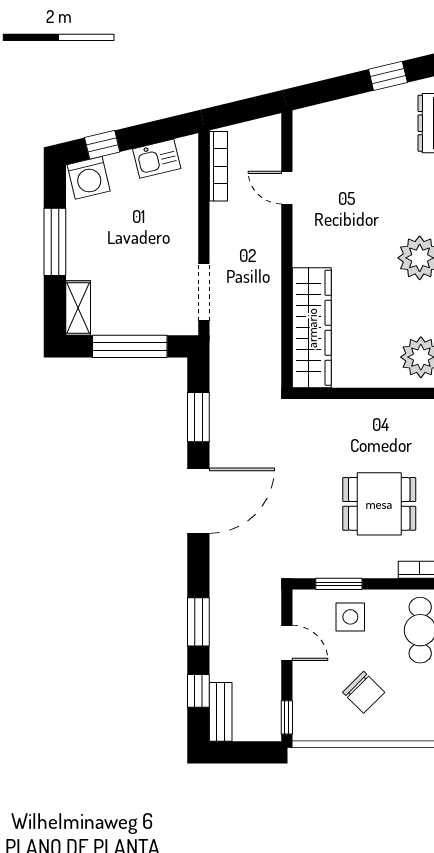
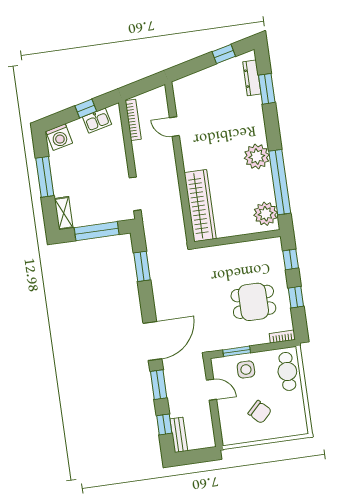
window: (102, 145) -> (86, 108), moved
door: (198, 501) -> (152, 341), moved
window: (287, 717) -> (217, 433), removed

